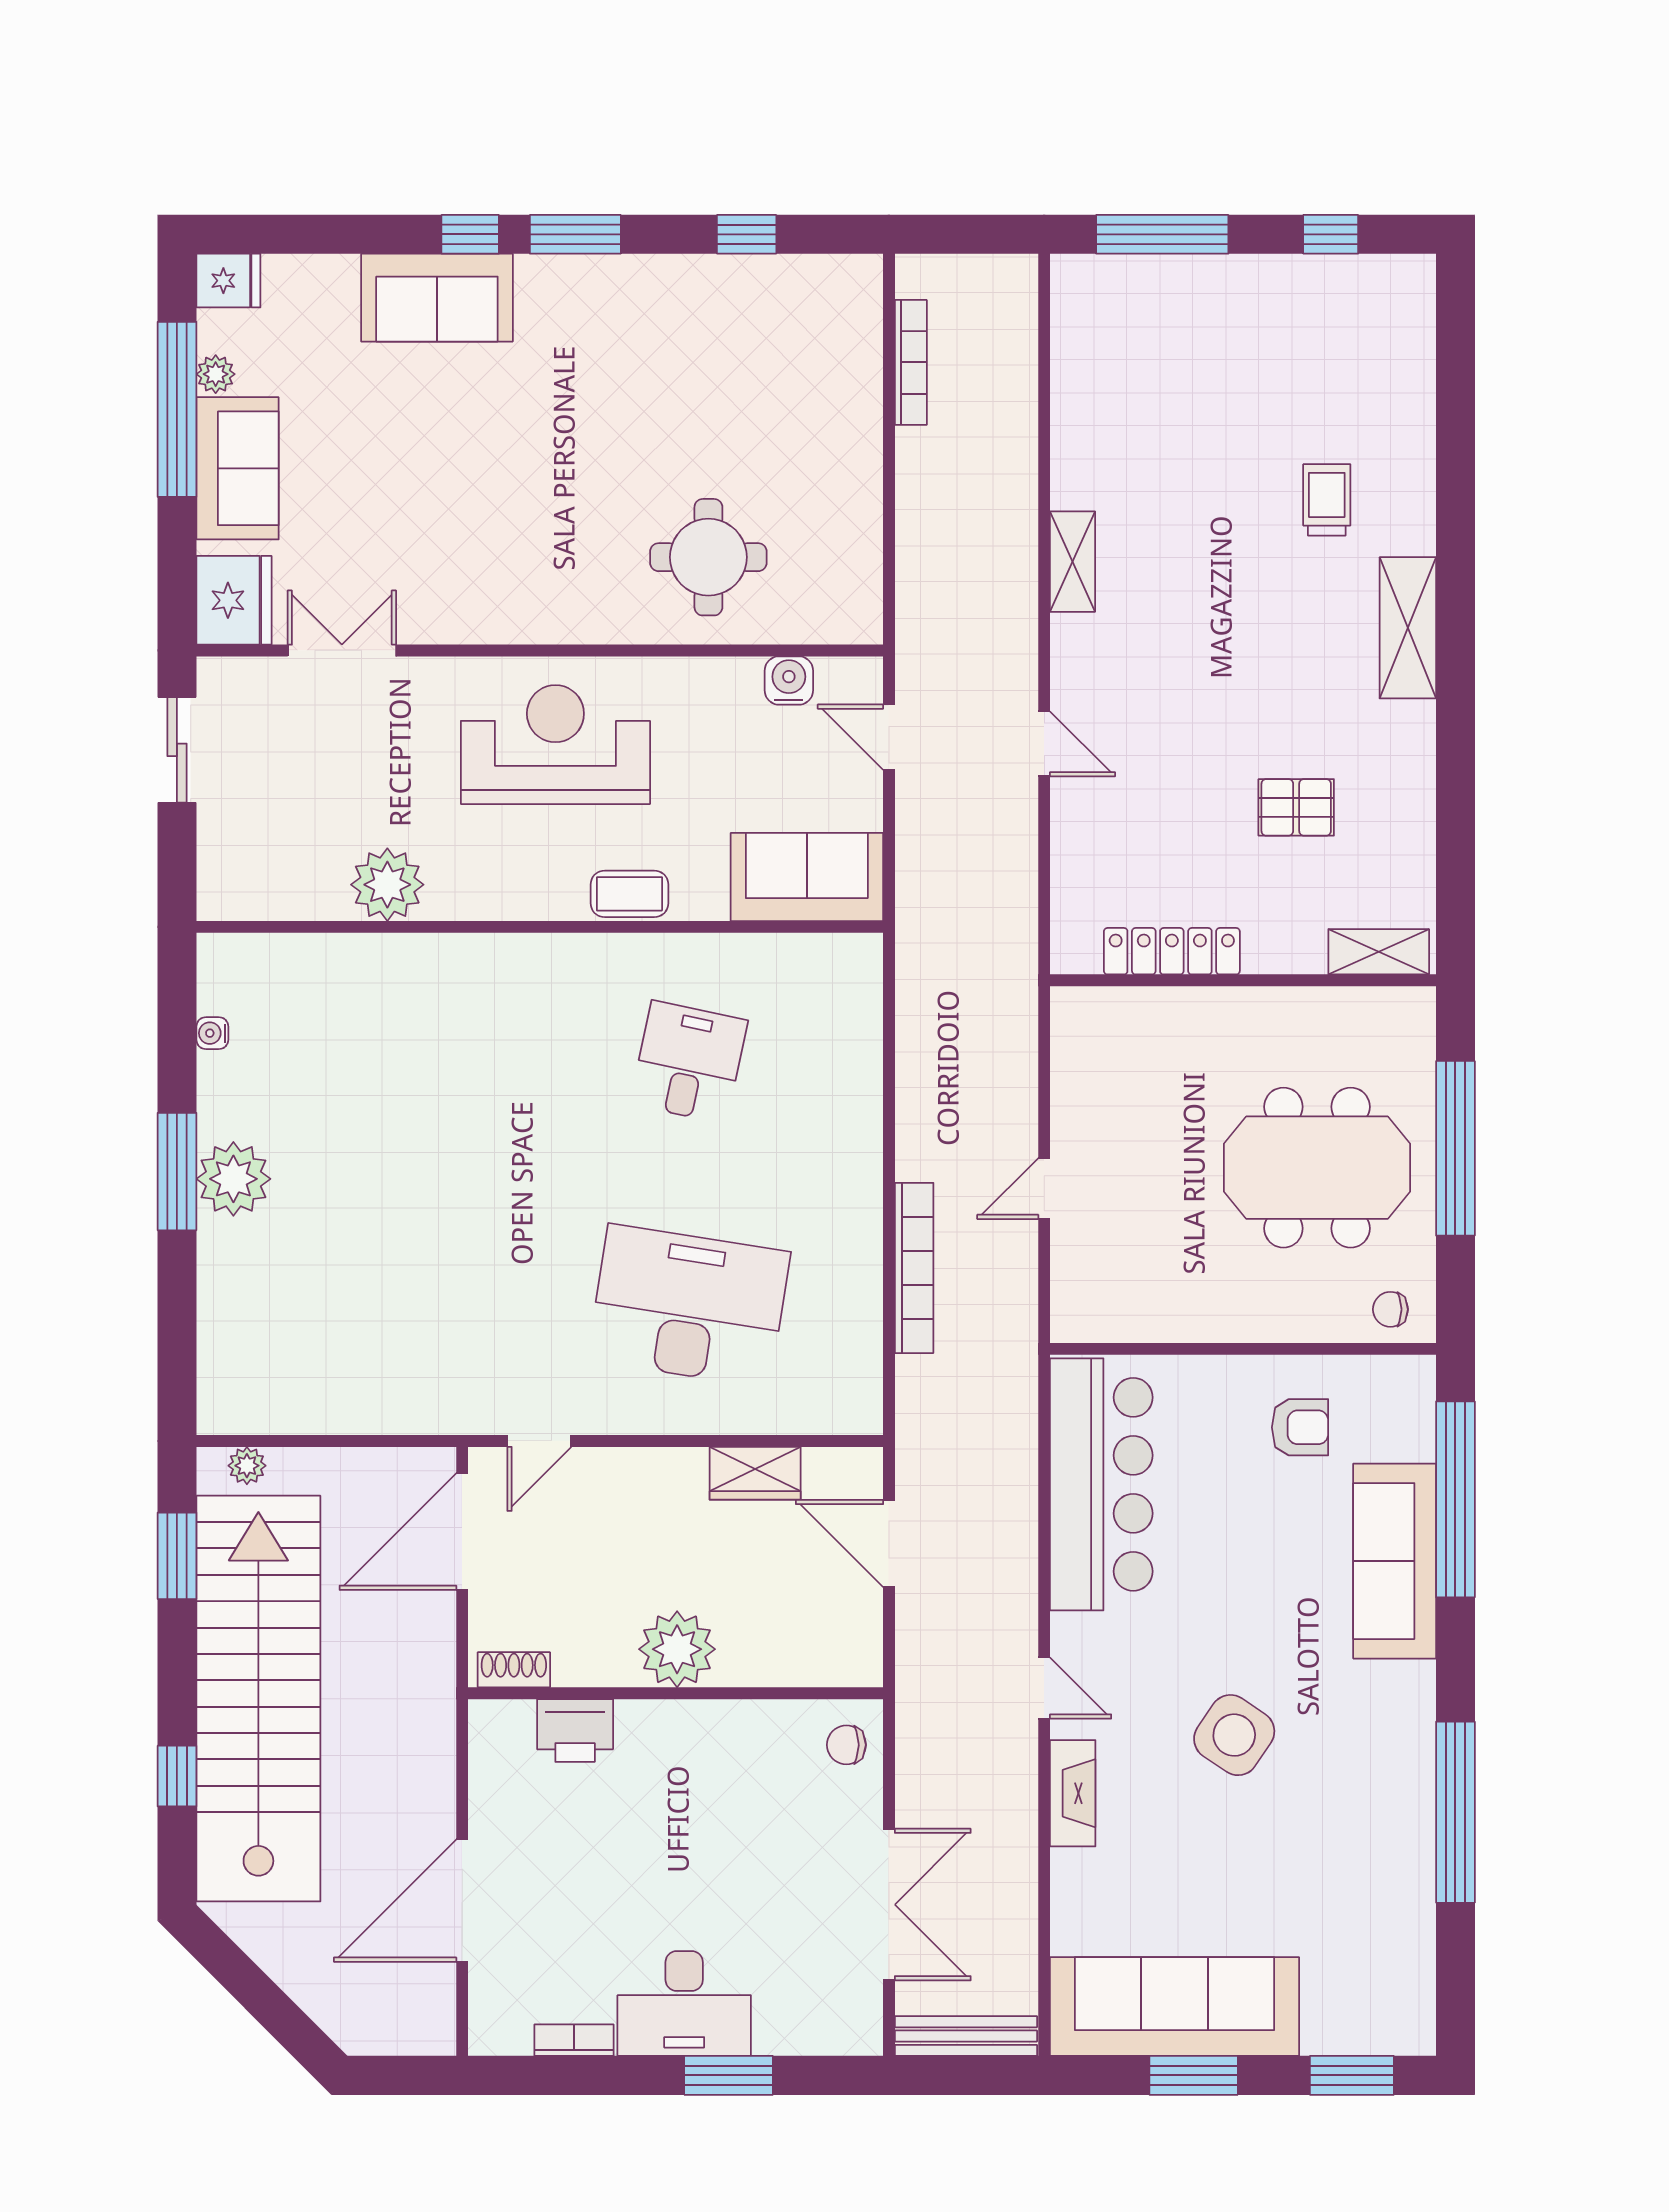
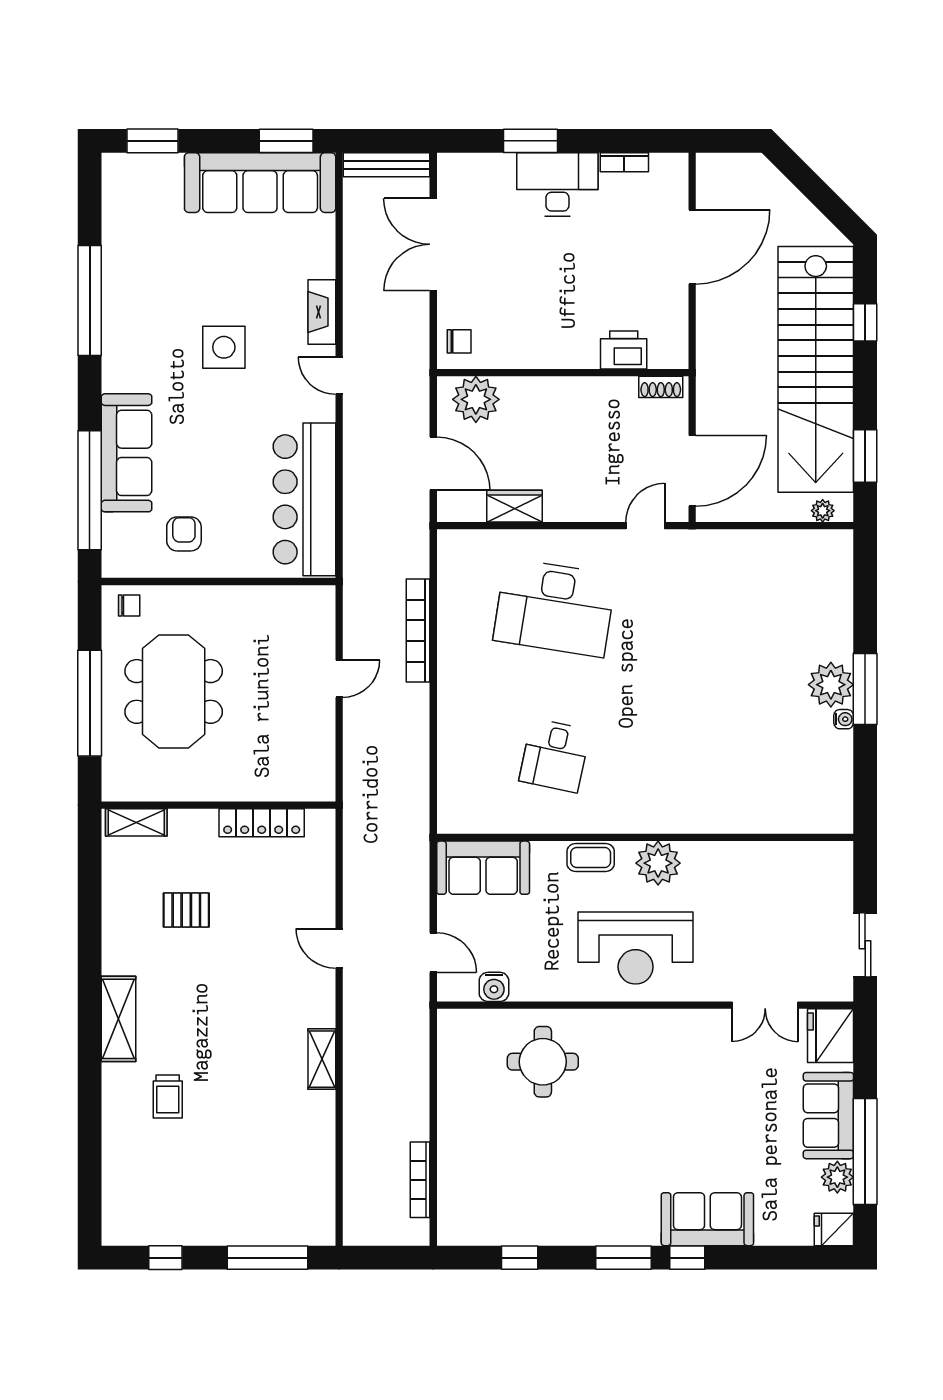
plant: (216, 374) -> (837, 1177), width x1.38, depth x1.38
plant: (387, 885) -> (658, 863), moved
water cooler: (212, 1033) -> (844, 719), moved
meeting table: (1317, 1168) -> (174, 691), turned 90
armchair: (1300, 1427) -> (184, 534), turned 90
plant: (677, 1649) -> (476, 399), moved
side table: (1234, 1735) -> (224, 347), turned -34
window: (1194, 2075) -> (286, 141), moved

